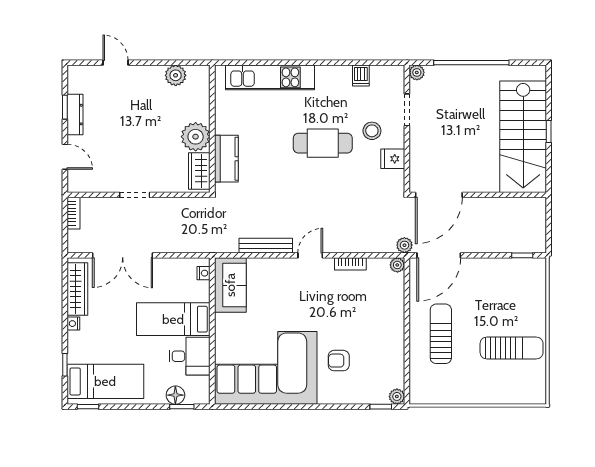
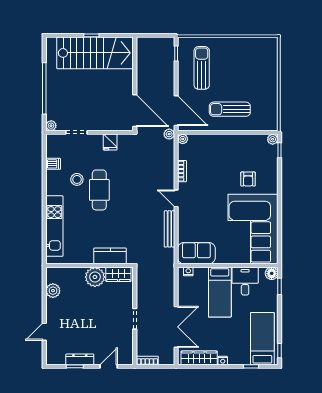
stool: (372, 131) -> (77, 179), moved
sun lounger: (512, 348) -> (202, 68), moved
floor lamp: (175, 395) -> (272, 273), moved

